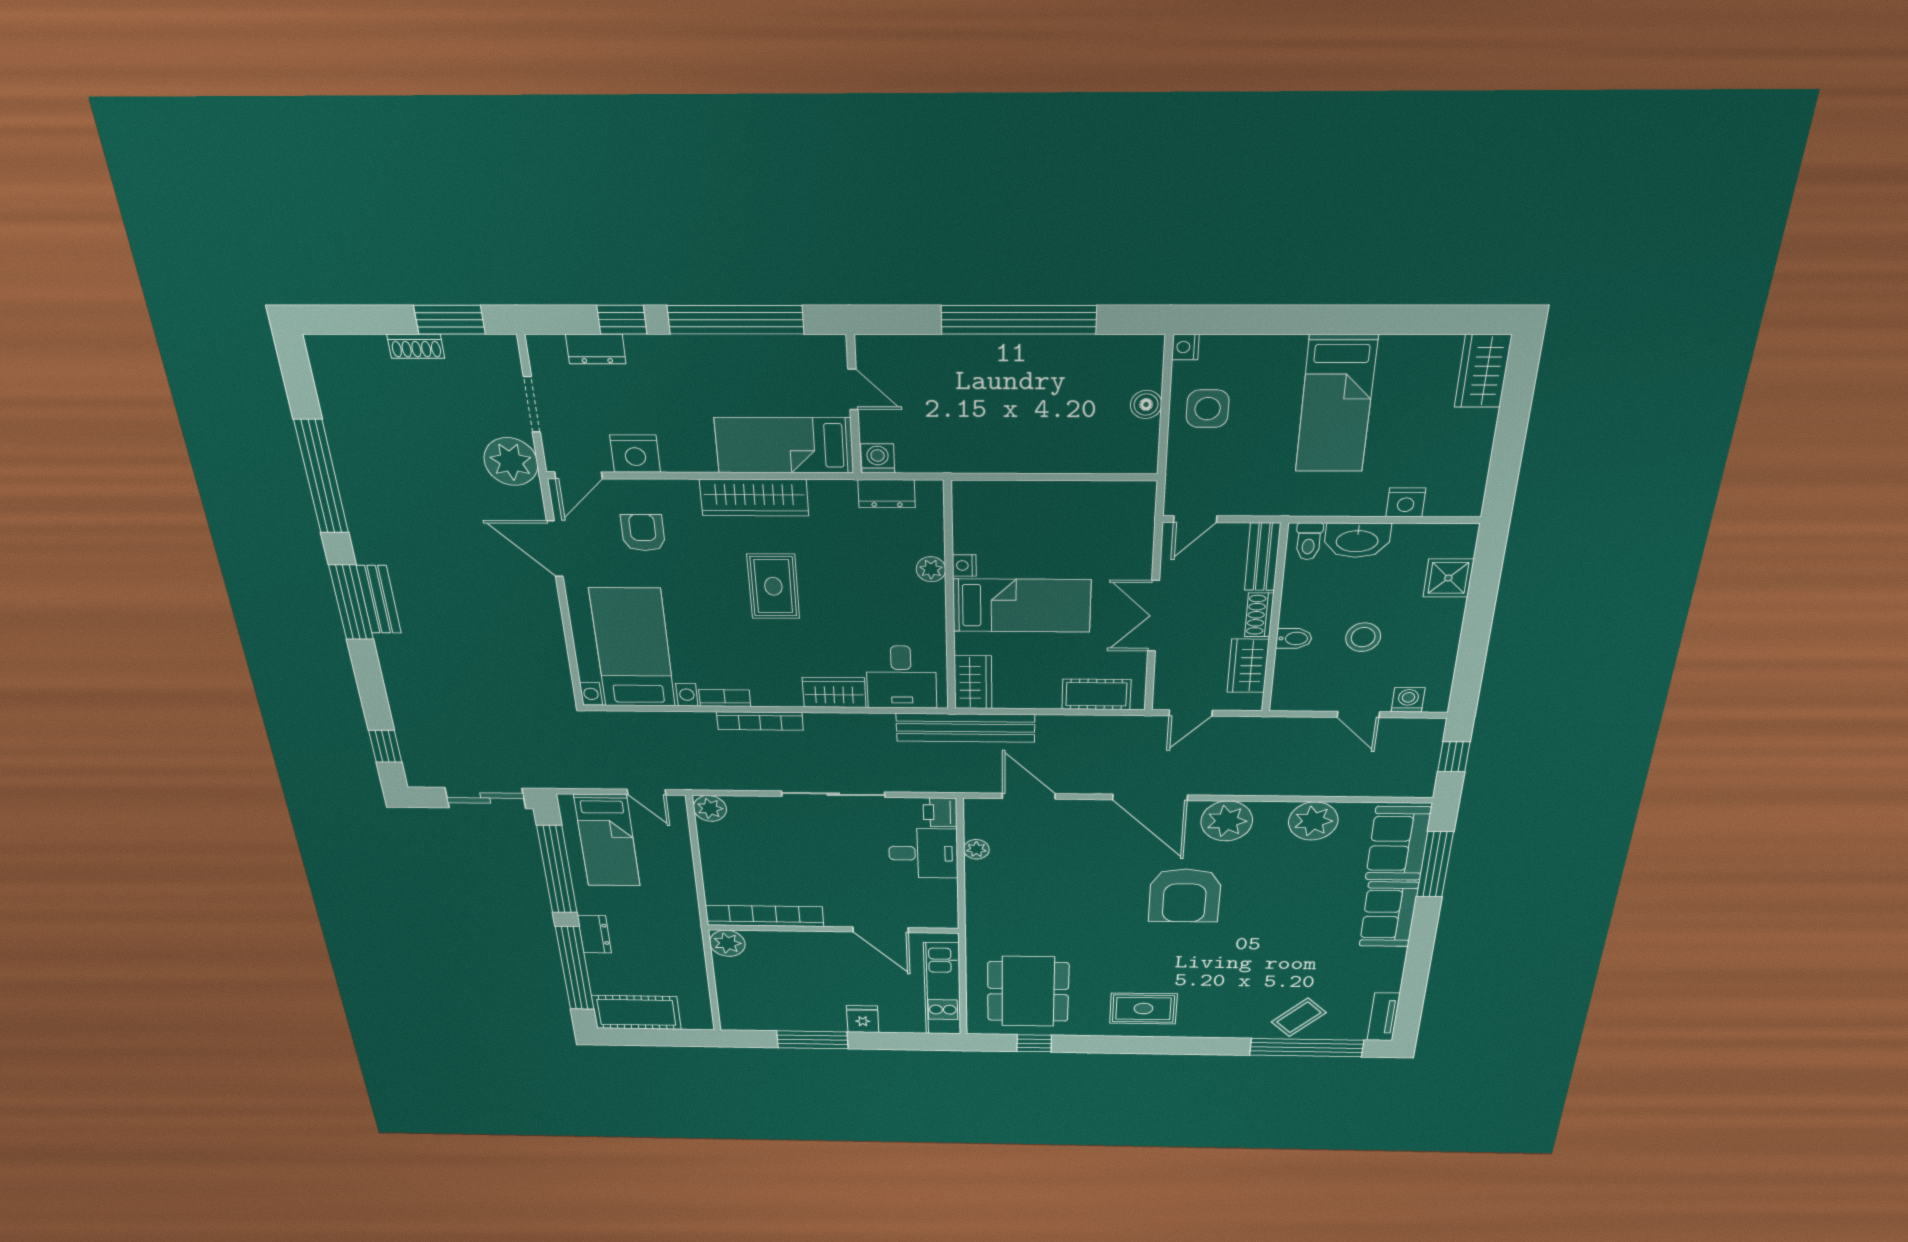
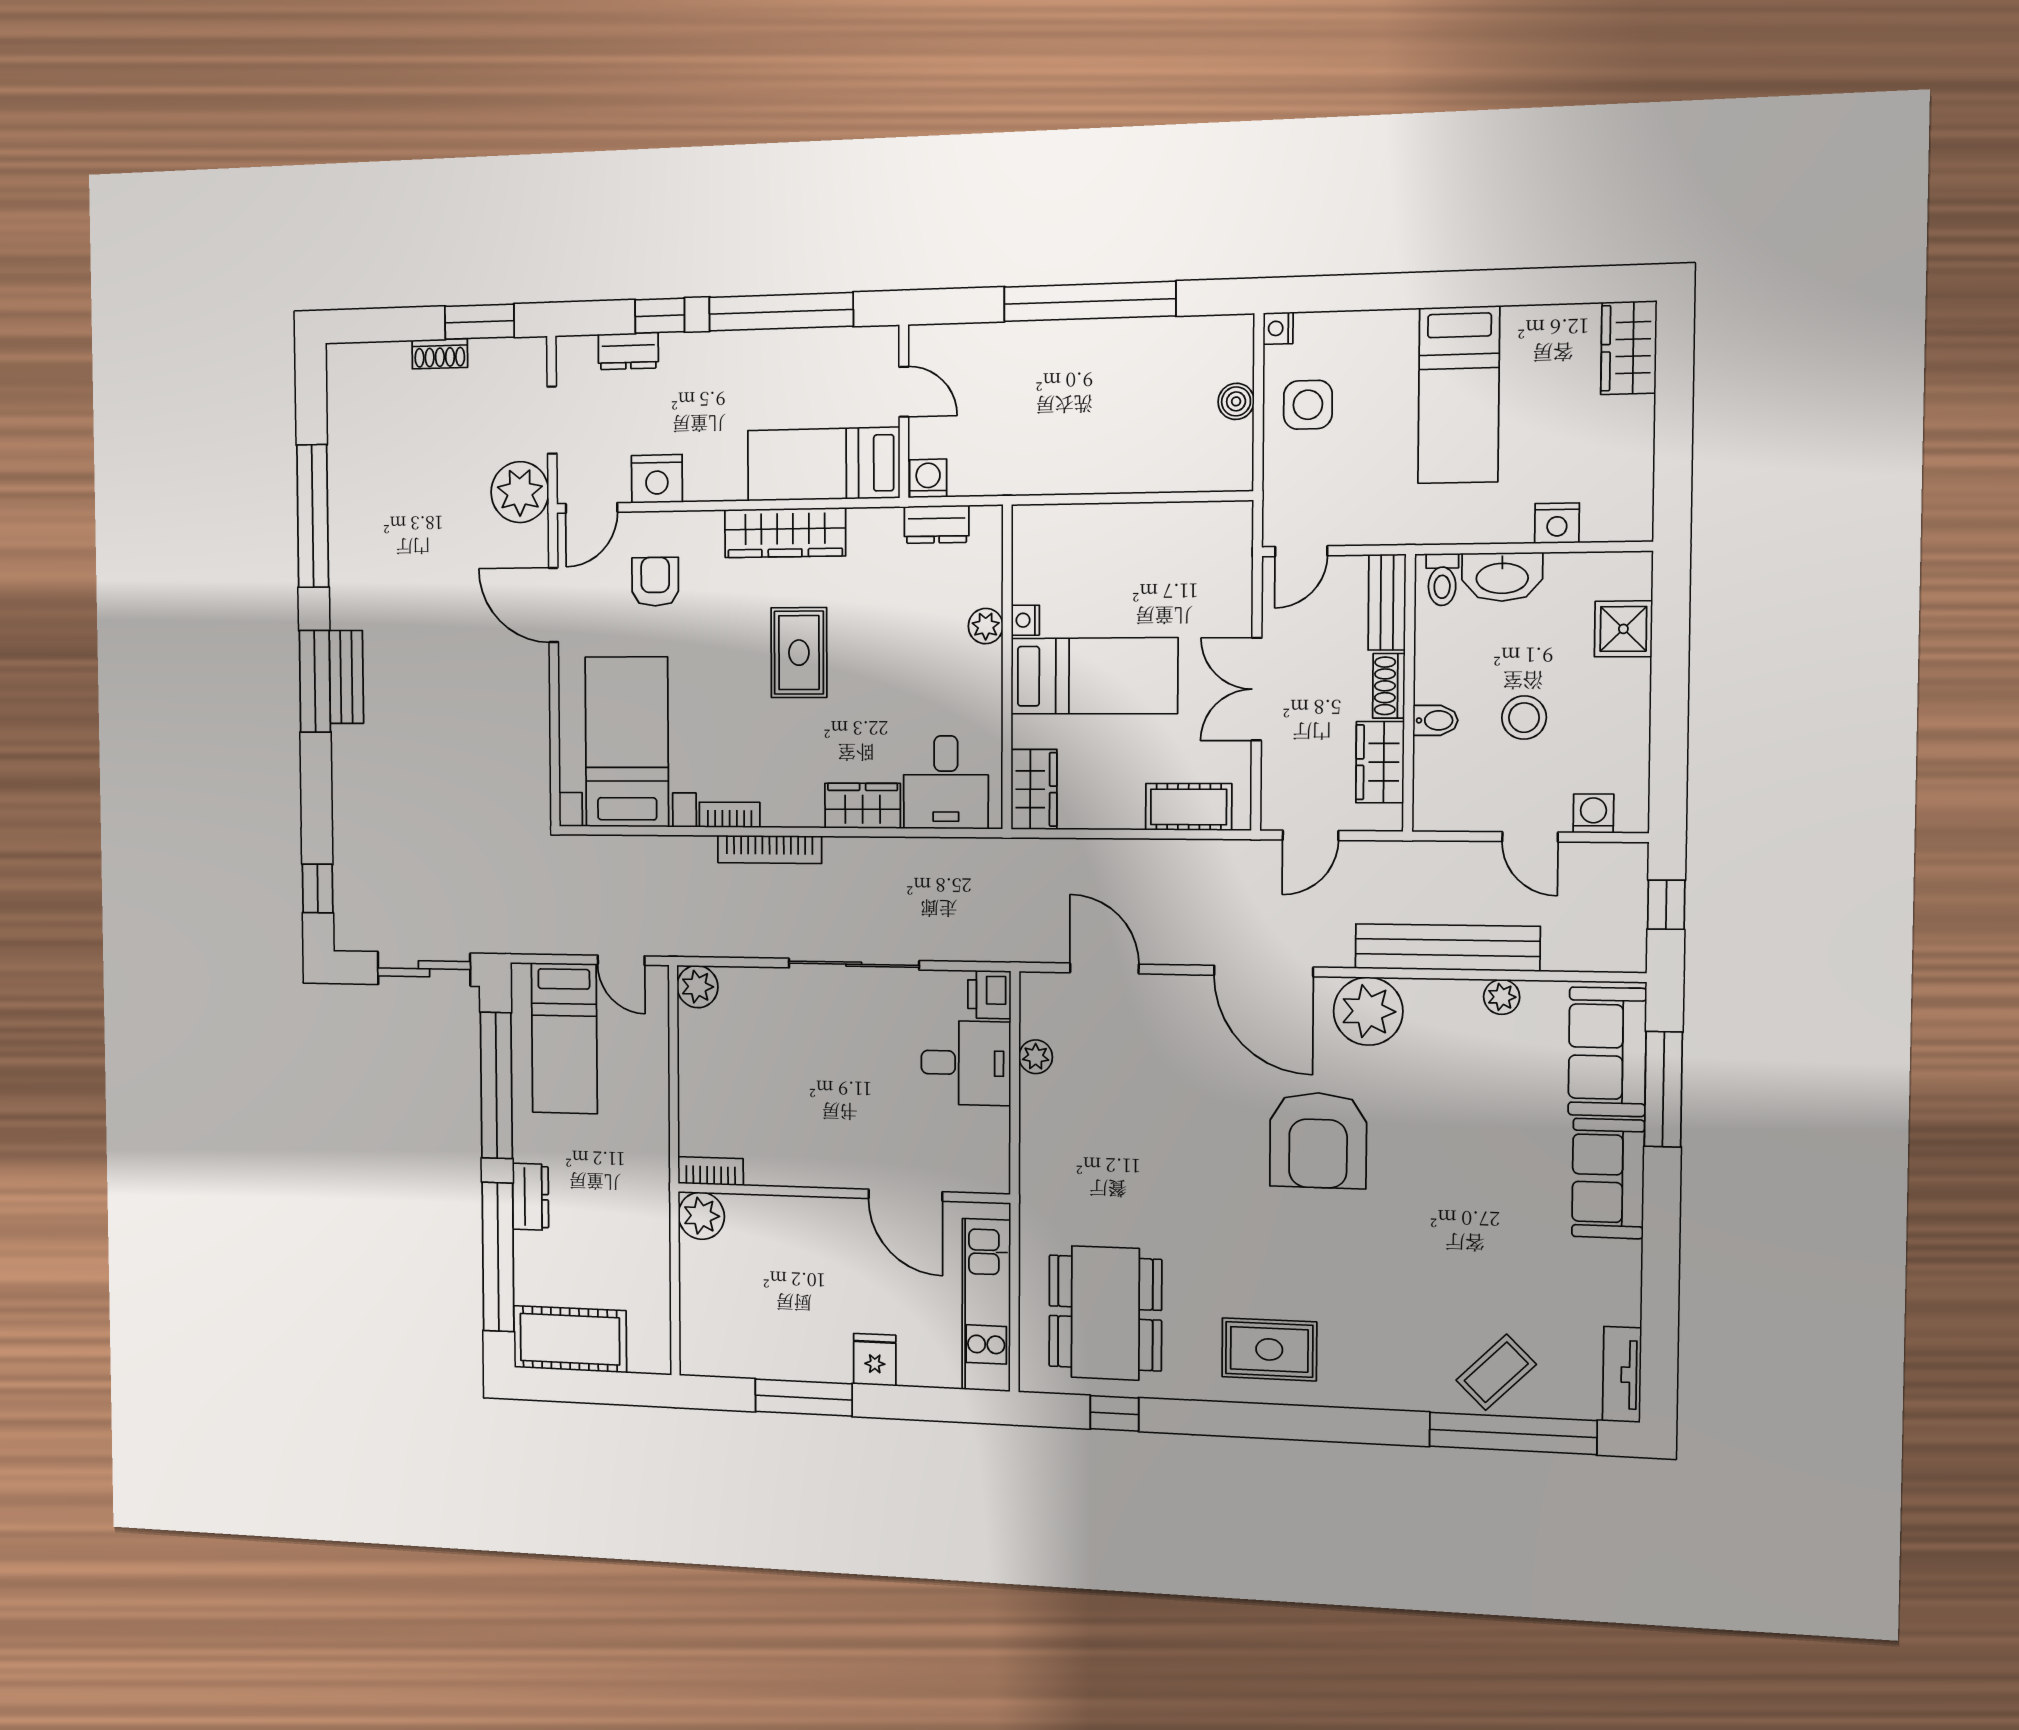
bench: (965, 728) -> (1447, 948), moved
plant: (1313, 821) -> (1502, 997), width x0.53, depth x0.53
bookcase: (765, 916) -> (711, 1171), width x0.43, depth x0.76

